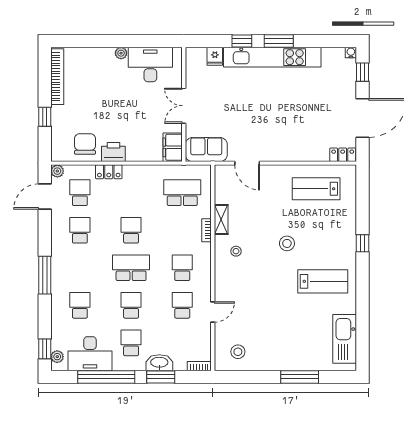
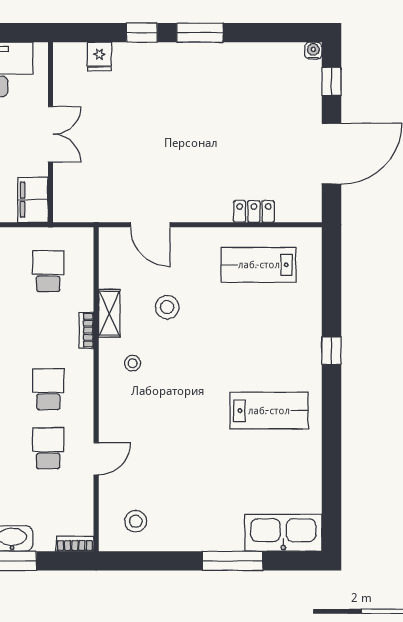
kitchen unit: (272, 57) -> (190, 58), removed
double door: (184, 106) -> (51, 134), swing flipped
sofa: (206, 150) -> (86, 203), removed
locker: (343, 155) -> (254, 212), moved
school desk: (182, 193) -> (48, 271), width x0.54
stool: (287, 243) -> (167, 307), moved
kitchen sink: (345, 339) -> (283, 533), moved, turned 90

